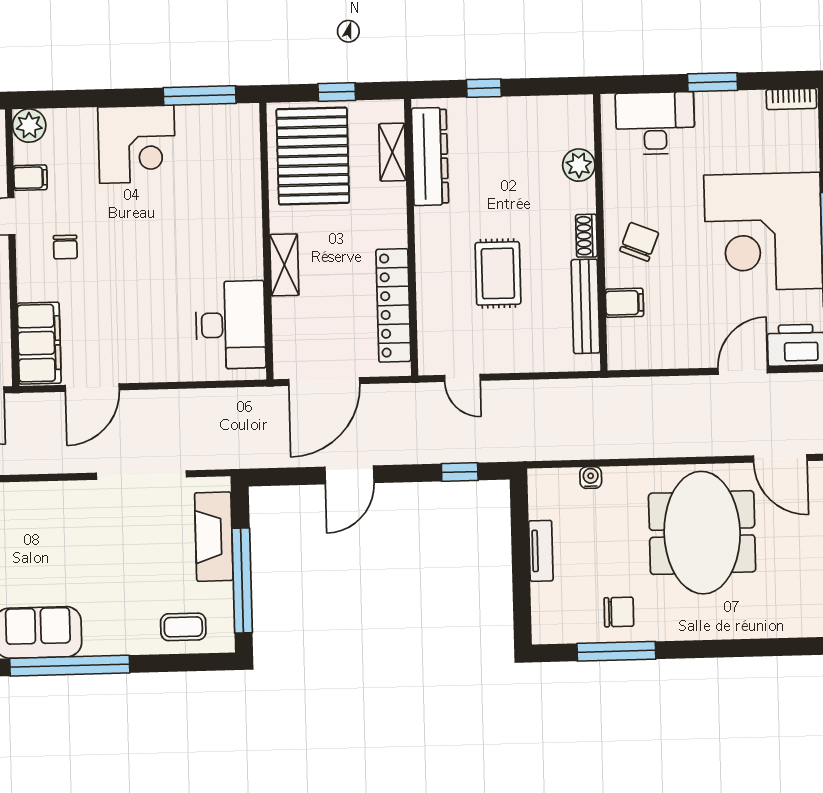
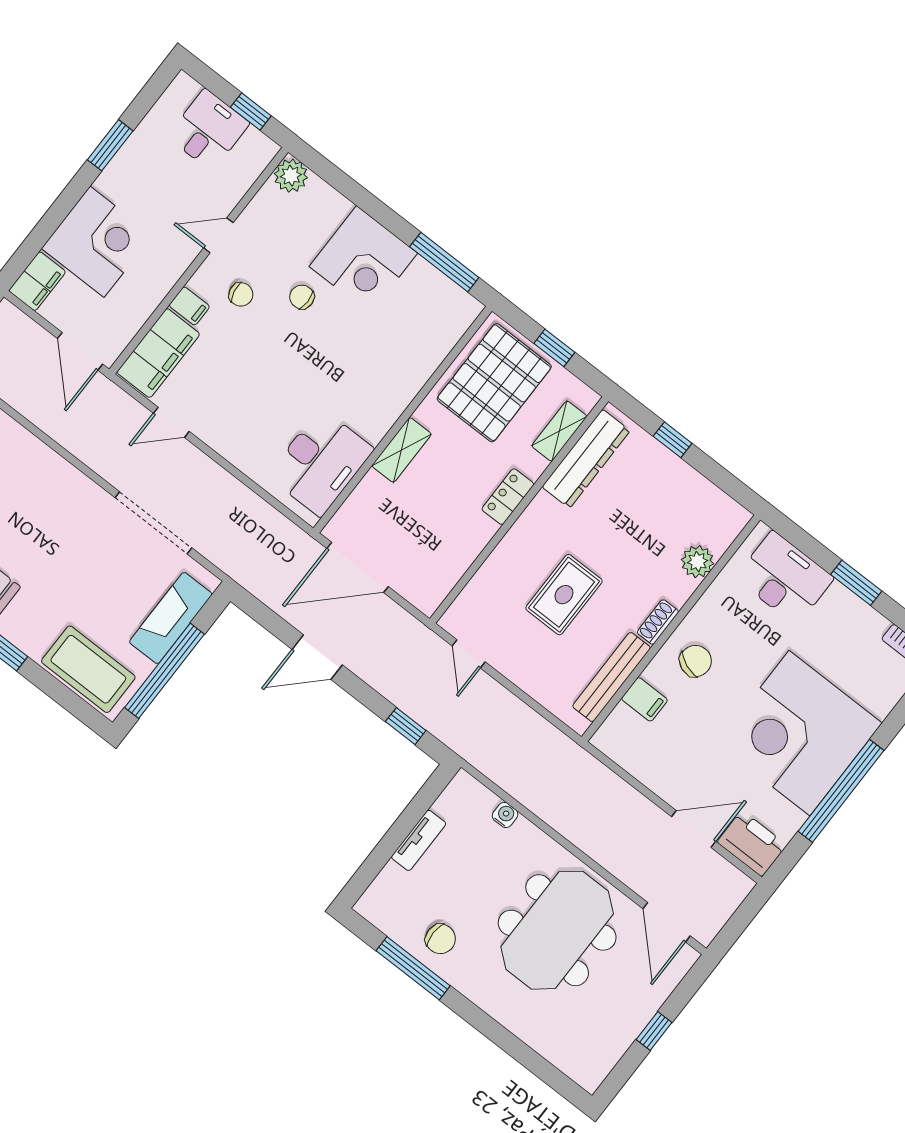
filing cabinet: (30, 178) -> (189, 306), moved
chair: (113, 211) -> (302, 297), added
chair: (65, 247) -> (241, 294), turned -101
locker: (393, 305) -> (508, 497), moved, width x0.46, depth x0.83
door: (92, 388) -> (171, 422), width x0.73
coffee table: (183, 627) -> (88, 669), width x1.86, depth x1.72

